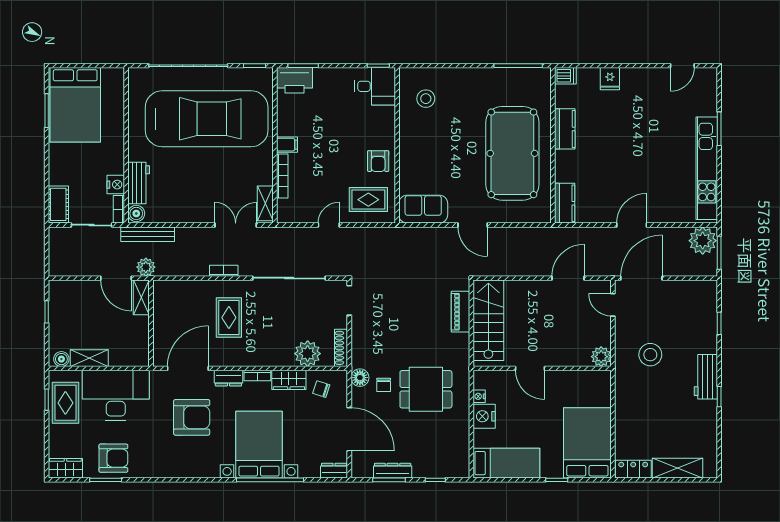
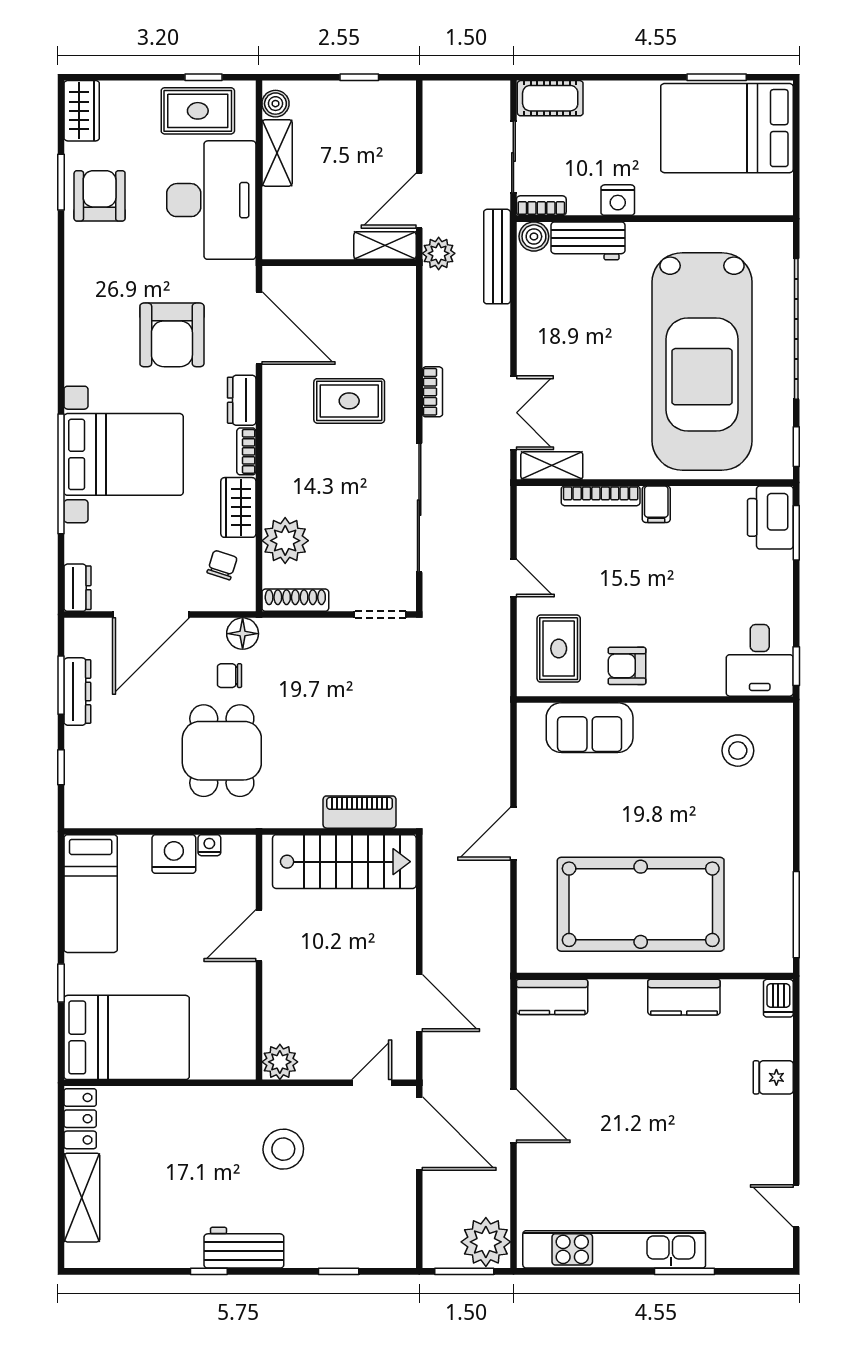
nightstand: (116, 185) -> (618, 200), moved
sofa: (423, 209) -> (590, 728), moved, turned 90
armchair: (113, 458) -> (100, 196), turned 180

